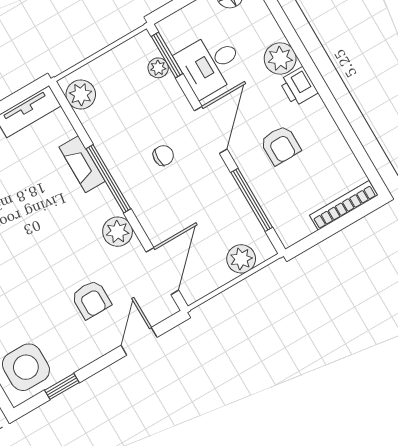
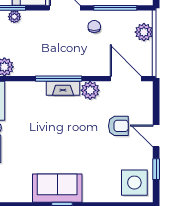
chair: (163, 155) -> (94, 27), moved
fireplace: (82, 164) -> (63, 88), moved
door: (139, 341) -> (156, 136), moved

